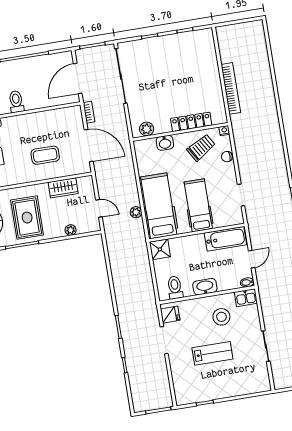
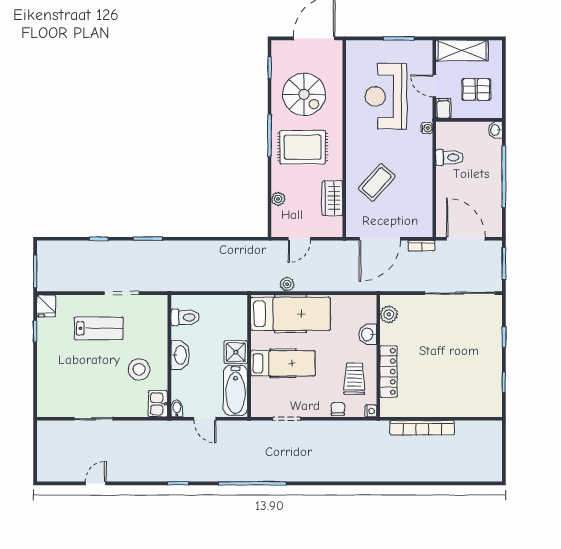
trolley: (201, 148) -> (354, 379), turned -148
coffee table: (45, 155) -> (377, 182), turned 42
shower: (160, 249) -> (236, 352), moved
fridge: (170, 315) -> (46, 306), moved
lab bench: (212, 353) -> (99, 328), moved, turned -90

